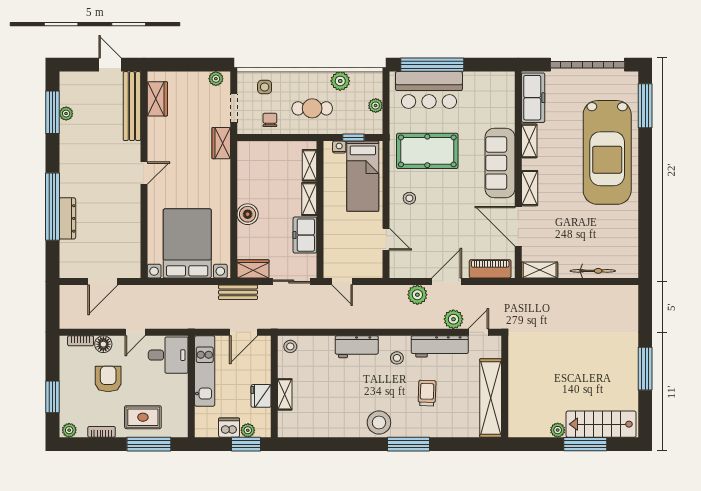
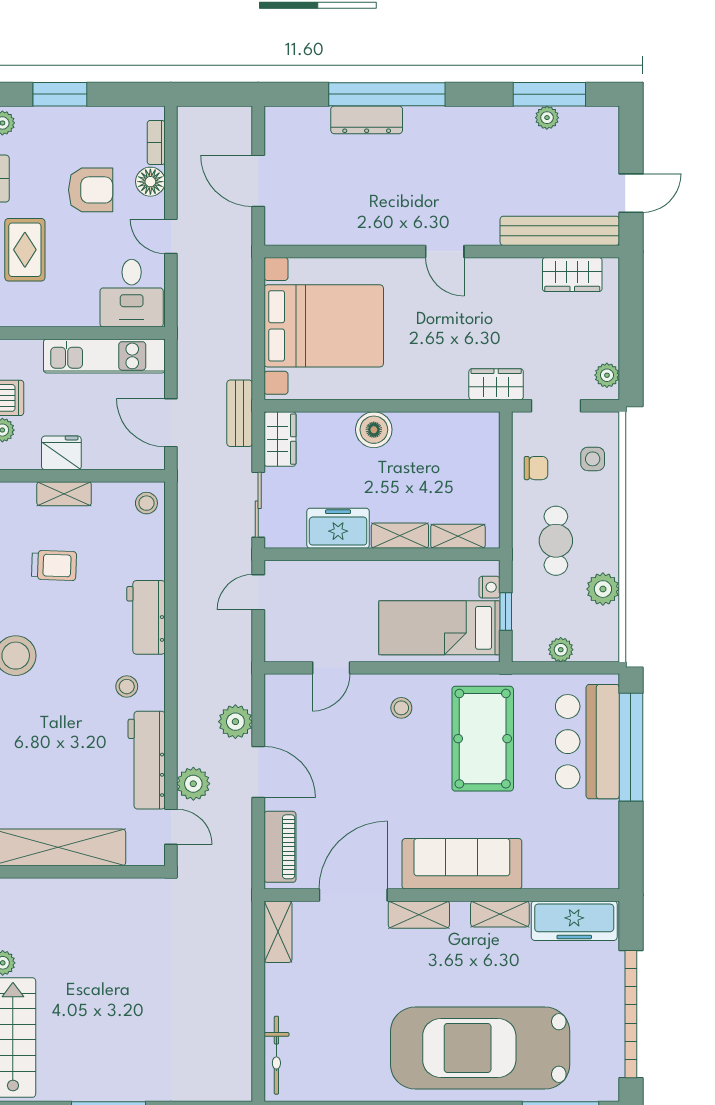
bicycle: (593, 271) -> (276, 1055), moved
trolley: (427, 393) -> (54, 565), moved

